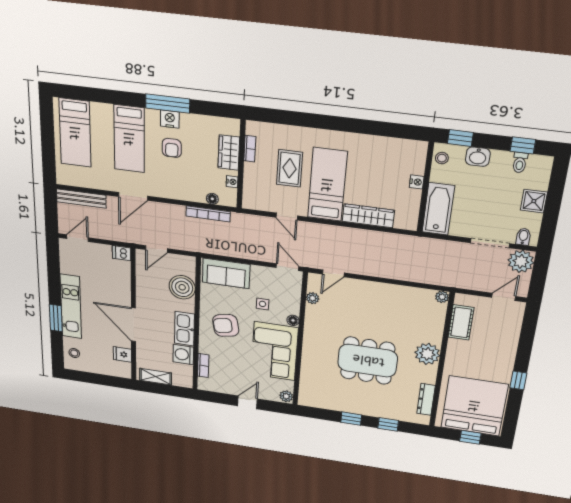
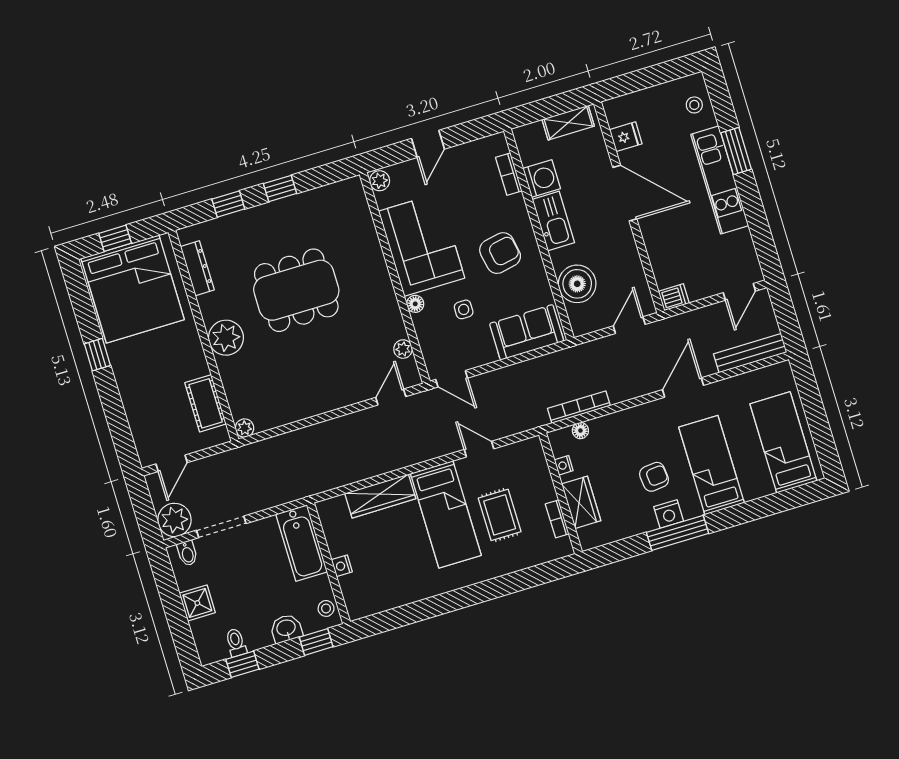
armchair: (172, 148) -> (654, 477), turned 84

